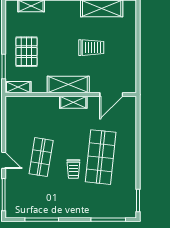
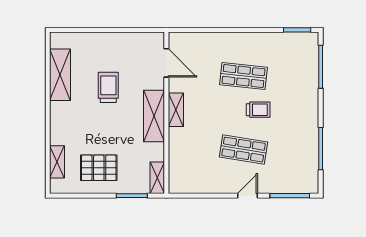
pallet: (27, 52) -> (99, 168), moved
shop shelf: (101, 157) -> (244, 76), width x0.70, depth x0.74

